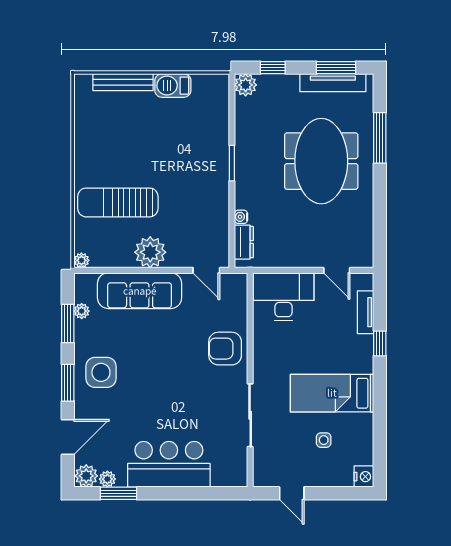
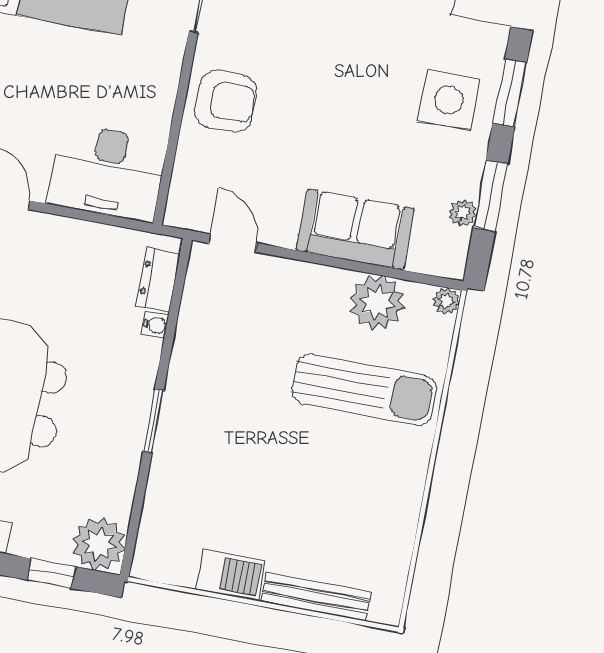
plant: (246, 85) -> (99, 544), width x1.36, depth x1.36
plant: (150, 252) -> (377, 303), moved
sofa: (140, 291) -> (355, 229), width x0.73

